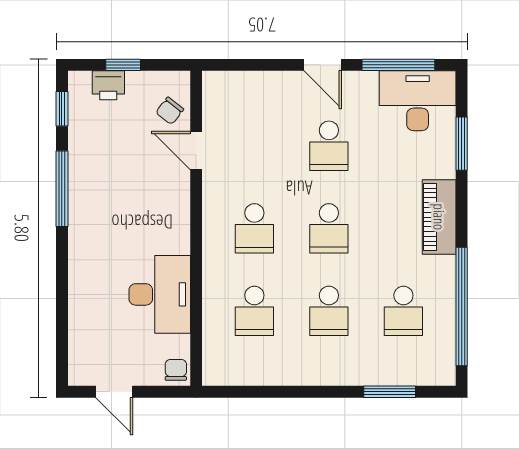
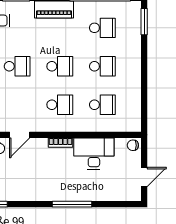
window: (62, 189) -> (72, 204), moved
bookcase: (181, 230) -> (61, 143), added
window: (390, 392) -> (144, 22), moved

